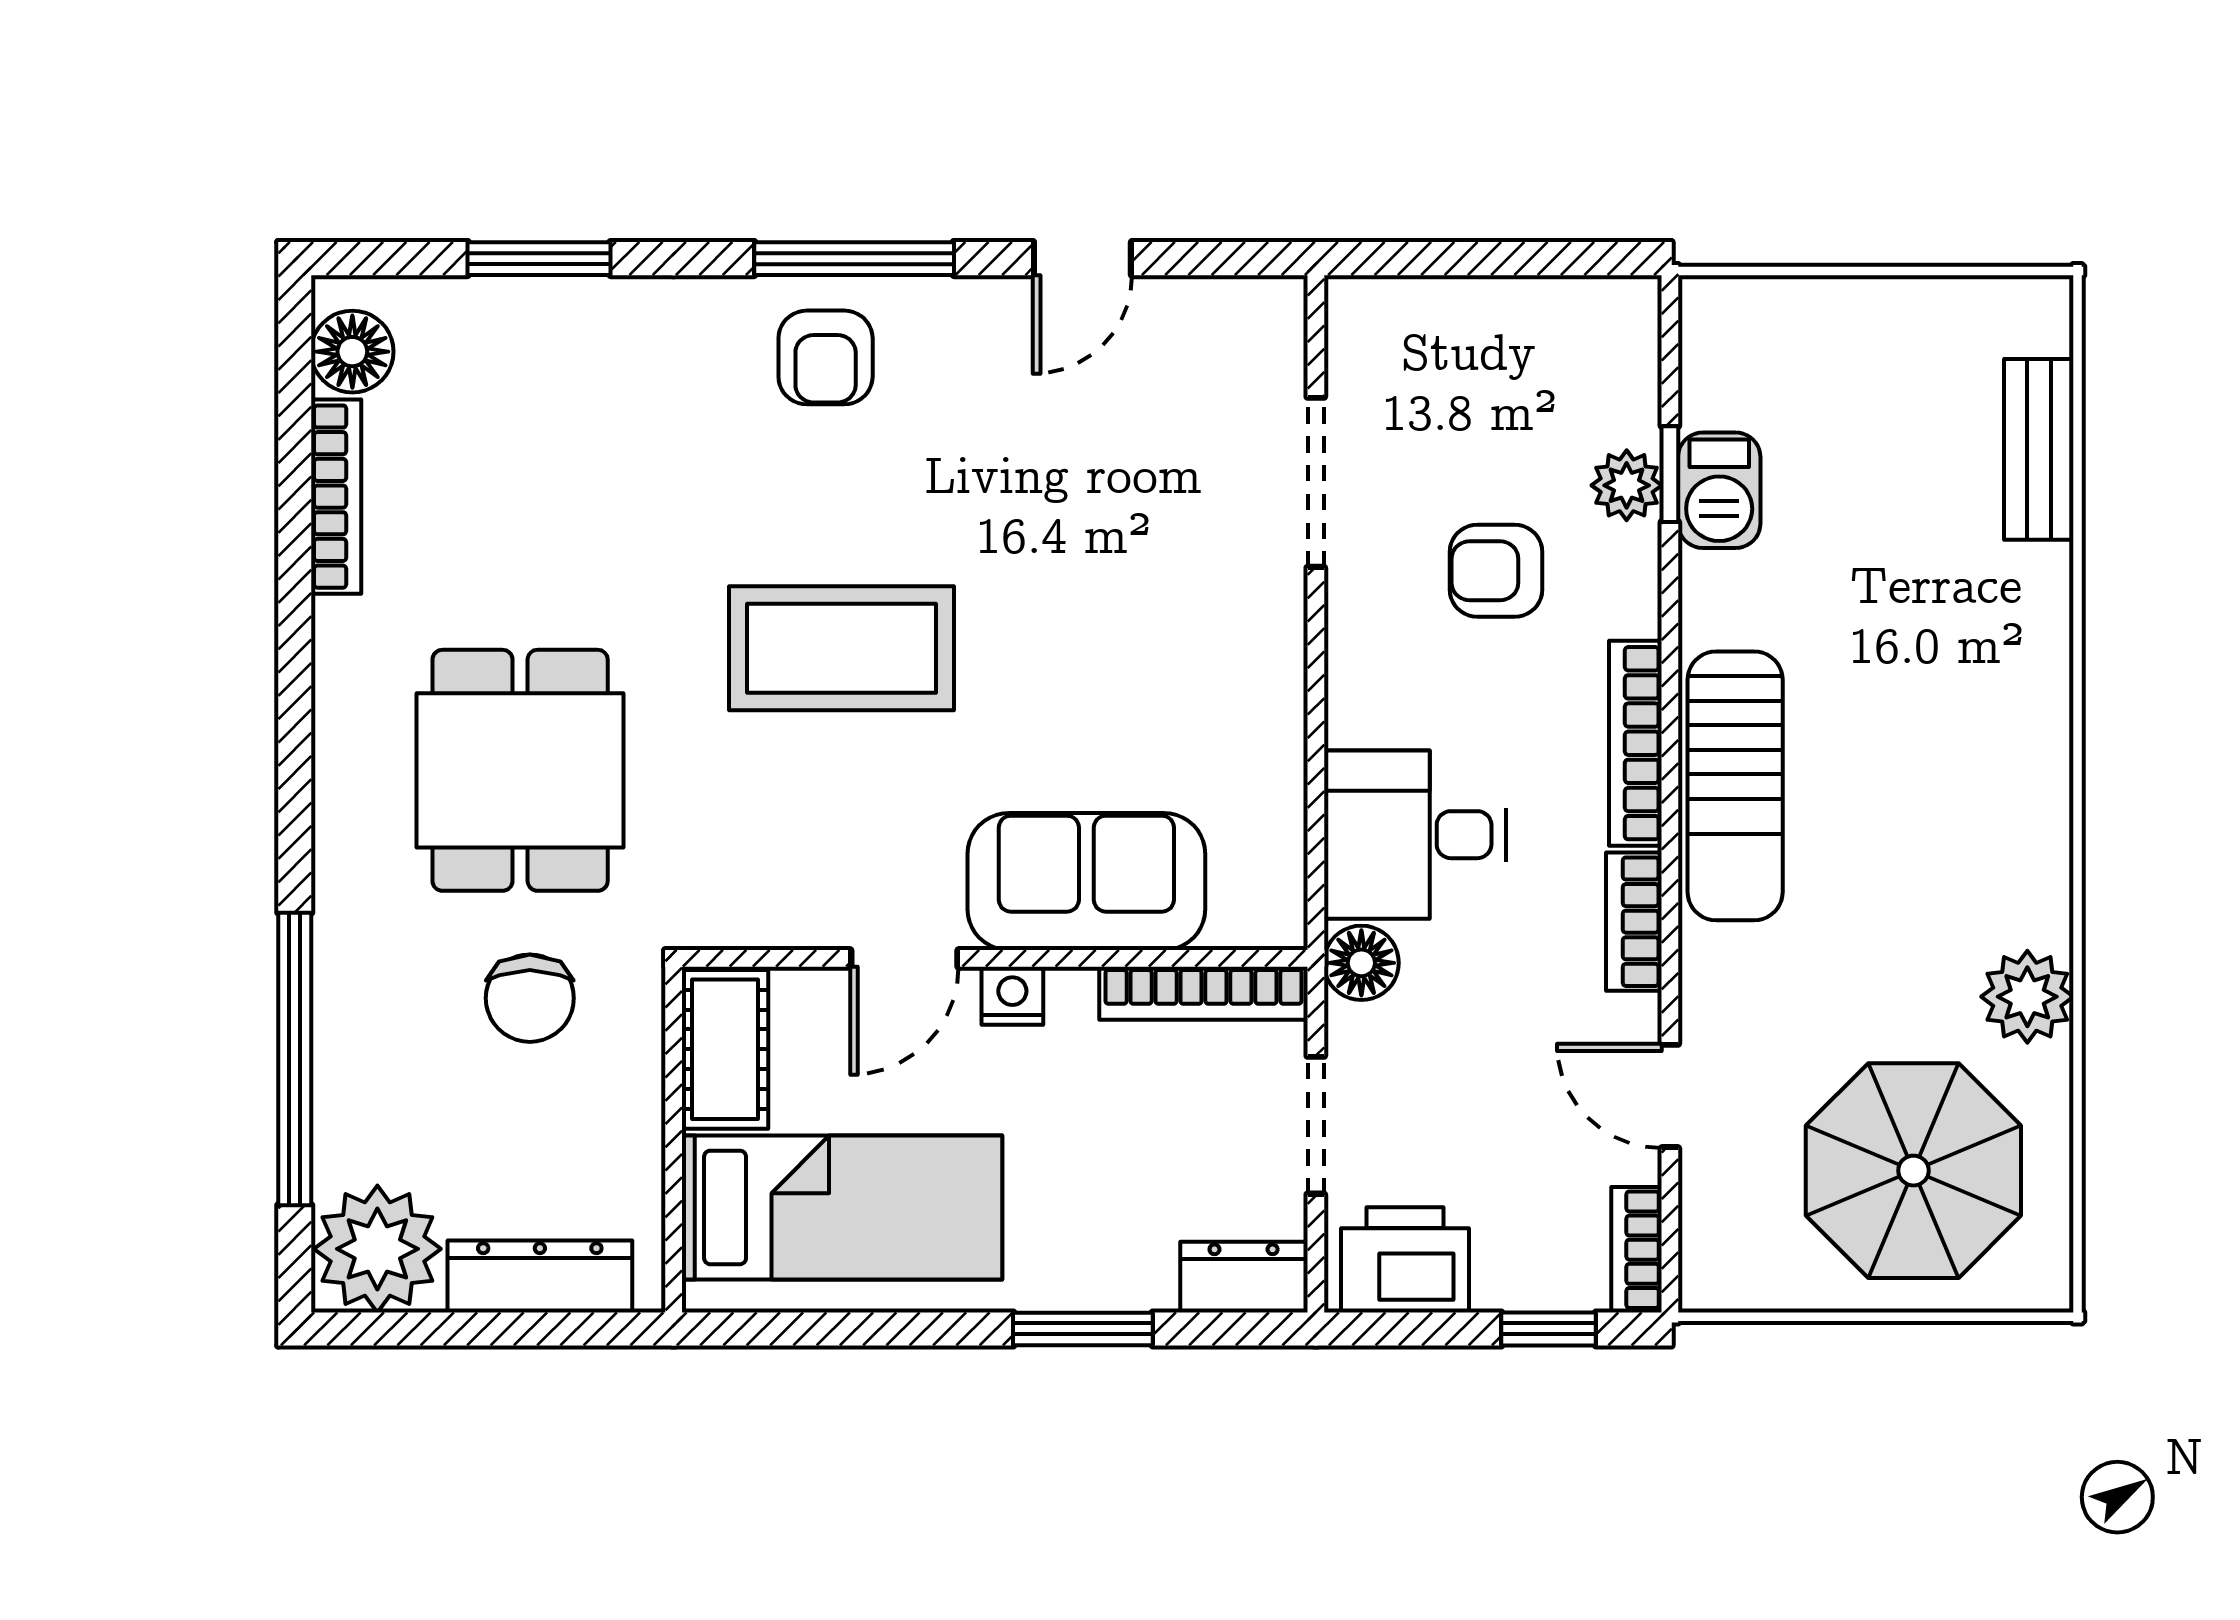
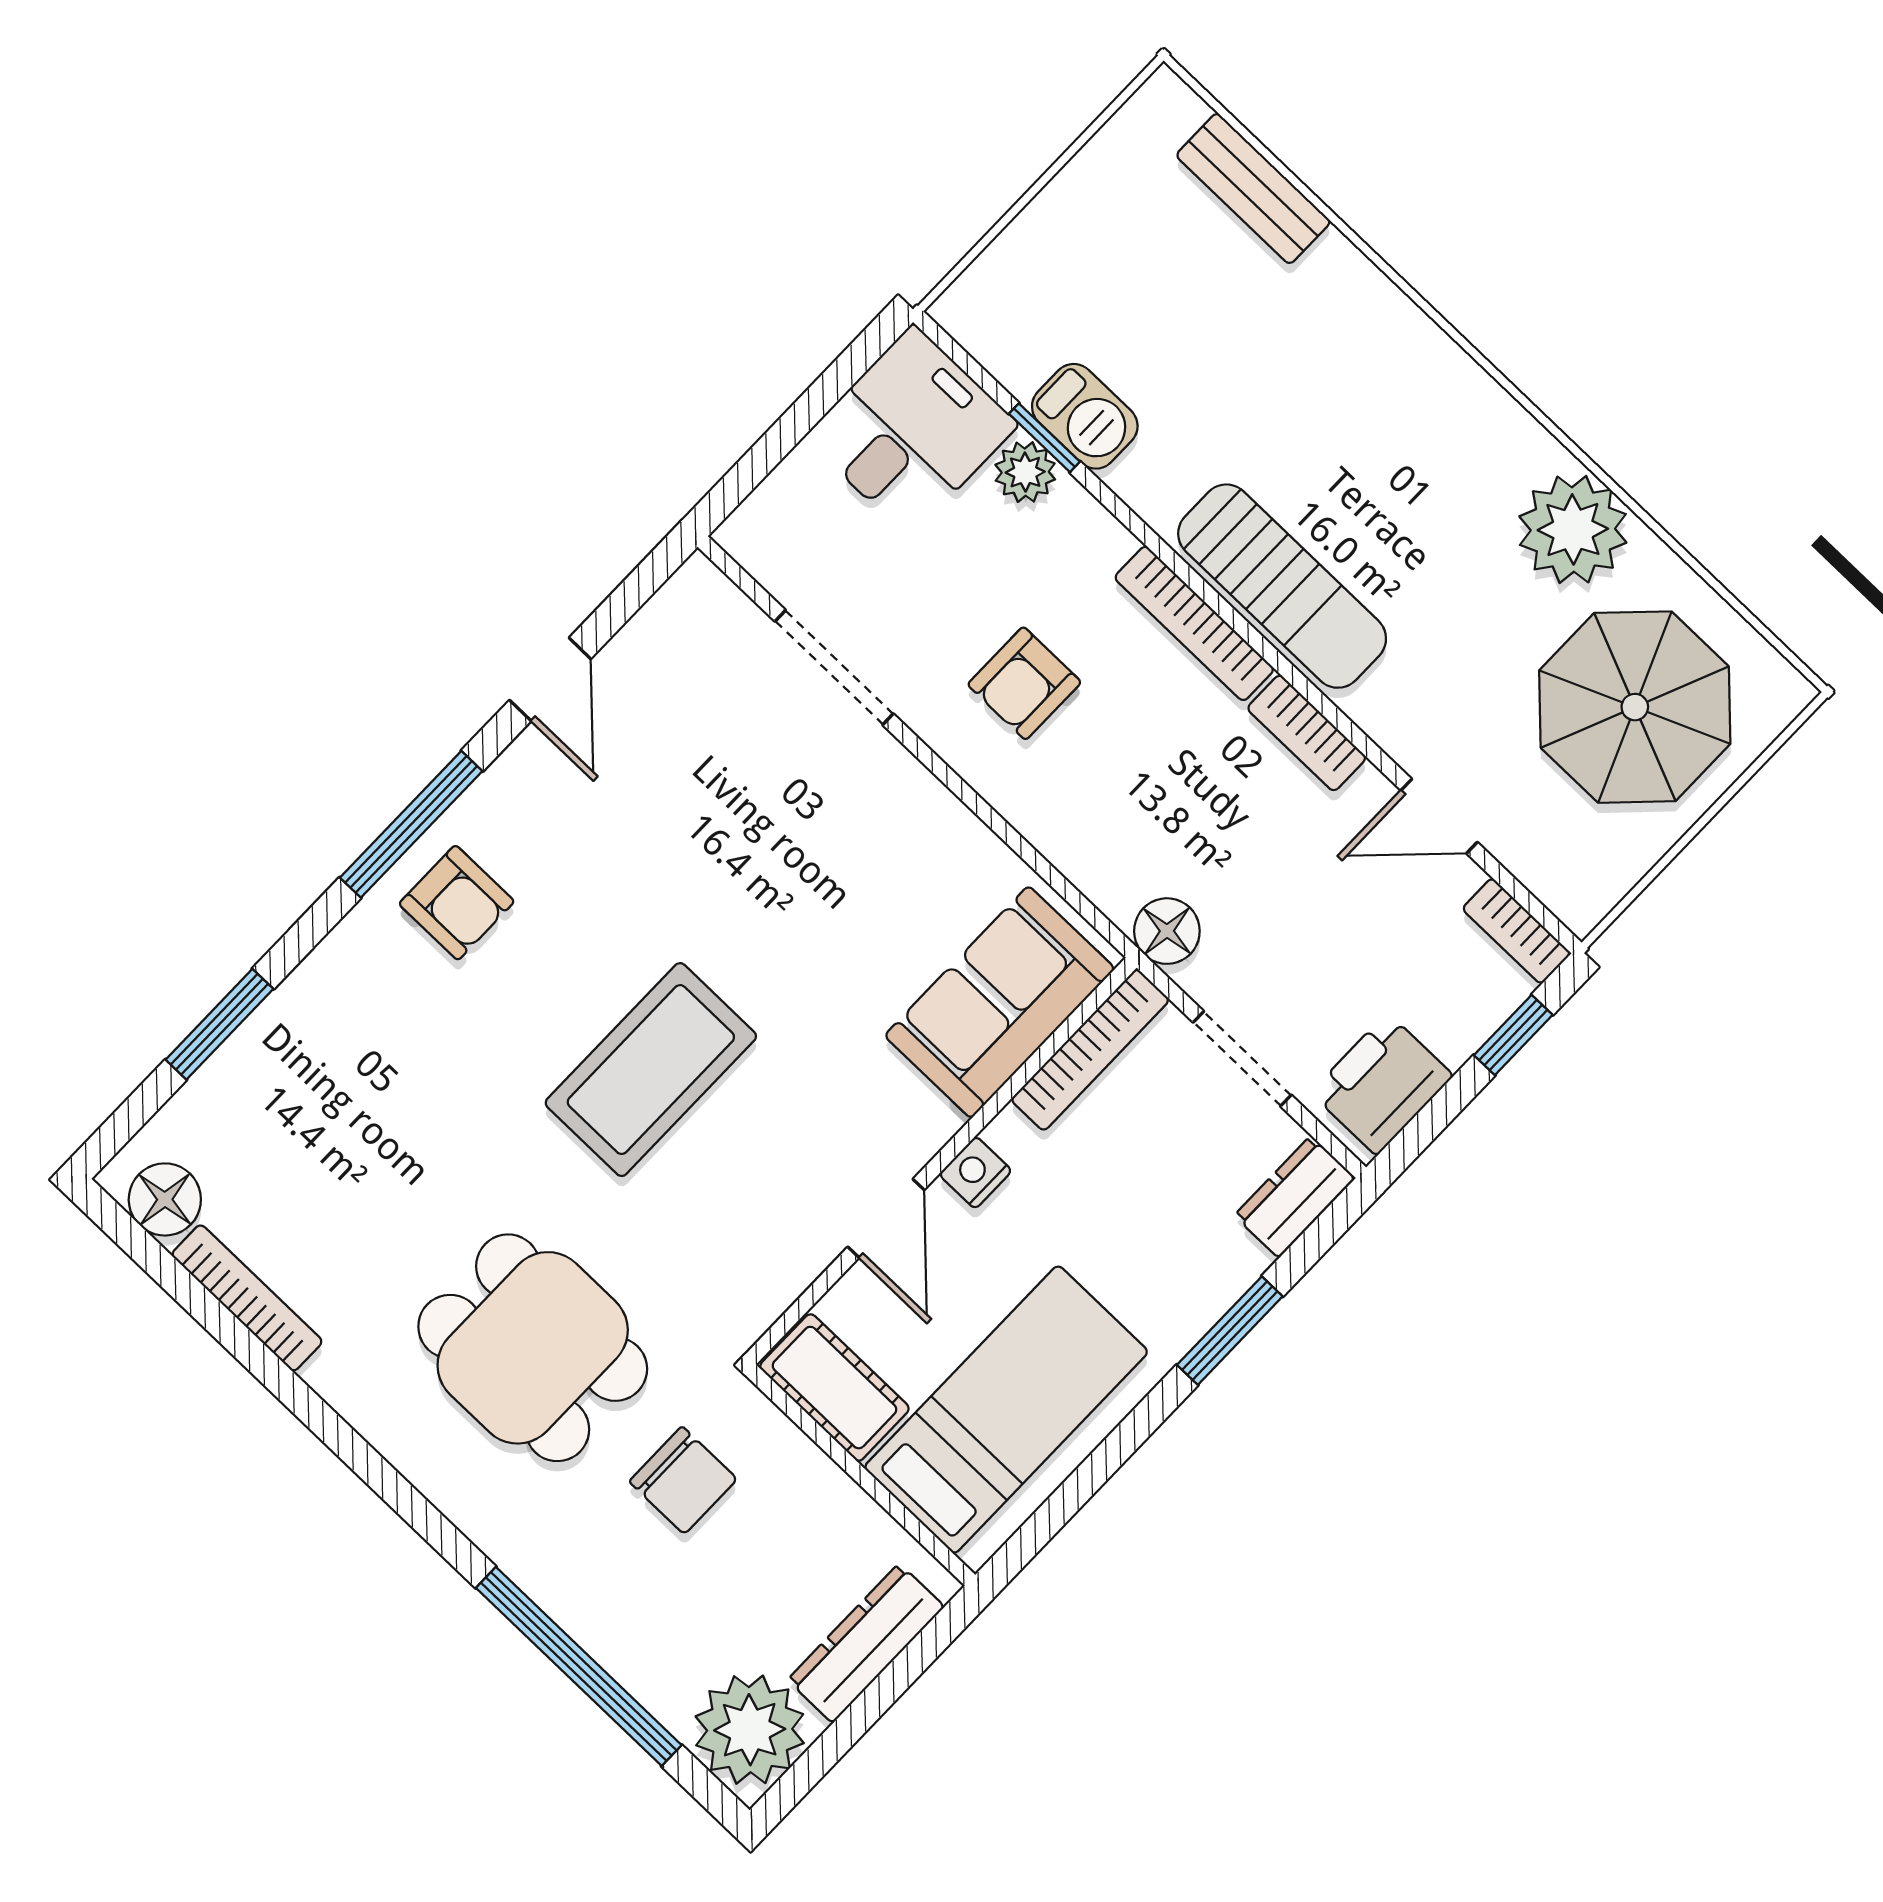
armchair: (1496, 571) -> (1024, 683), moved
desk: (1415, 835) -> (911, 431), moved, turned 180
sofa: (1086, 882) -> (1000, 1002), moved
plant: (2027, 997) -> (1573, 529), width x1.36, depth x1.36

